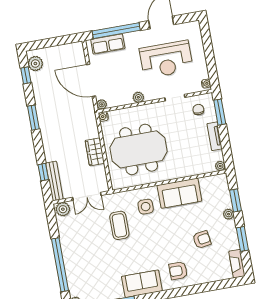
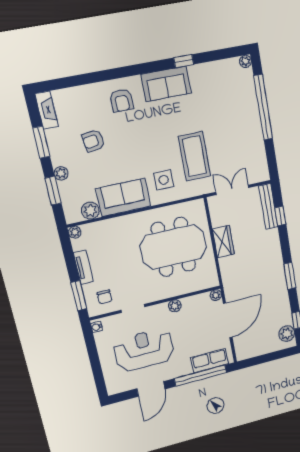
door: (91, 80) -> (228, 320), hinge flipped
water cooler: (103, 116) -> (214, 282), removed
plant: (63, 209) -> (90, 211), moved
coffee table: (119, 225) -> (194, 156), width x1.36, depth x1.32
armchair: (178, 271) -> (122, 100), turned 90

